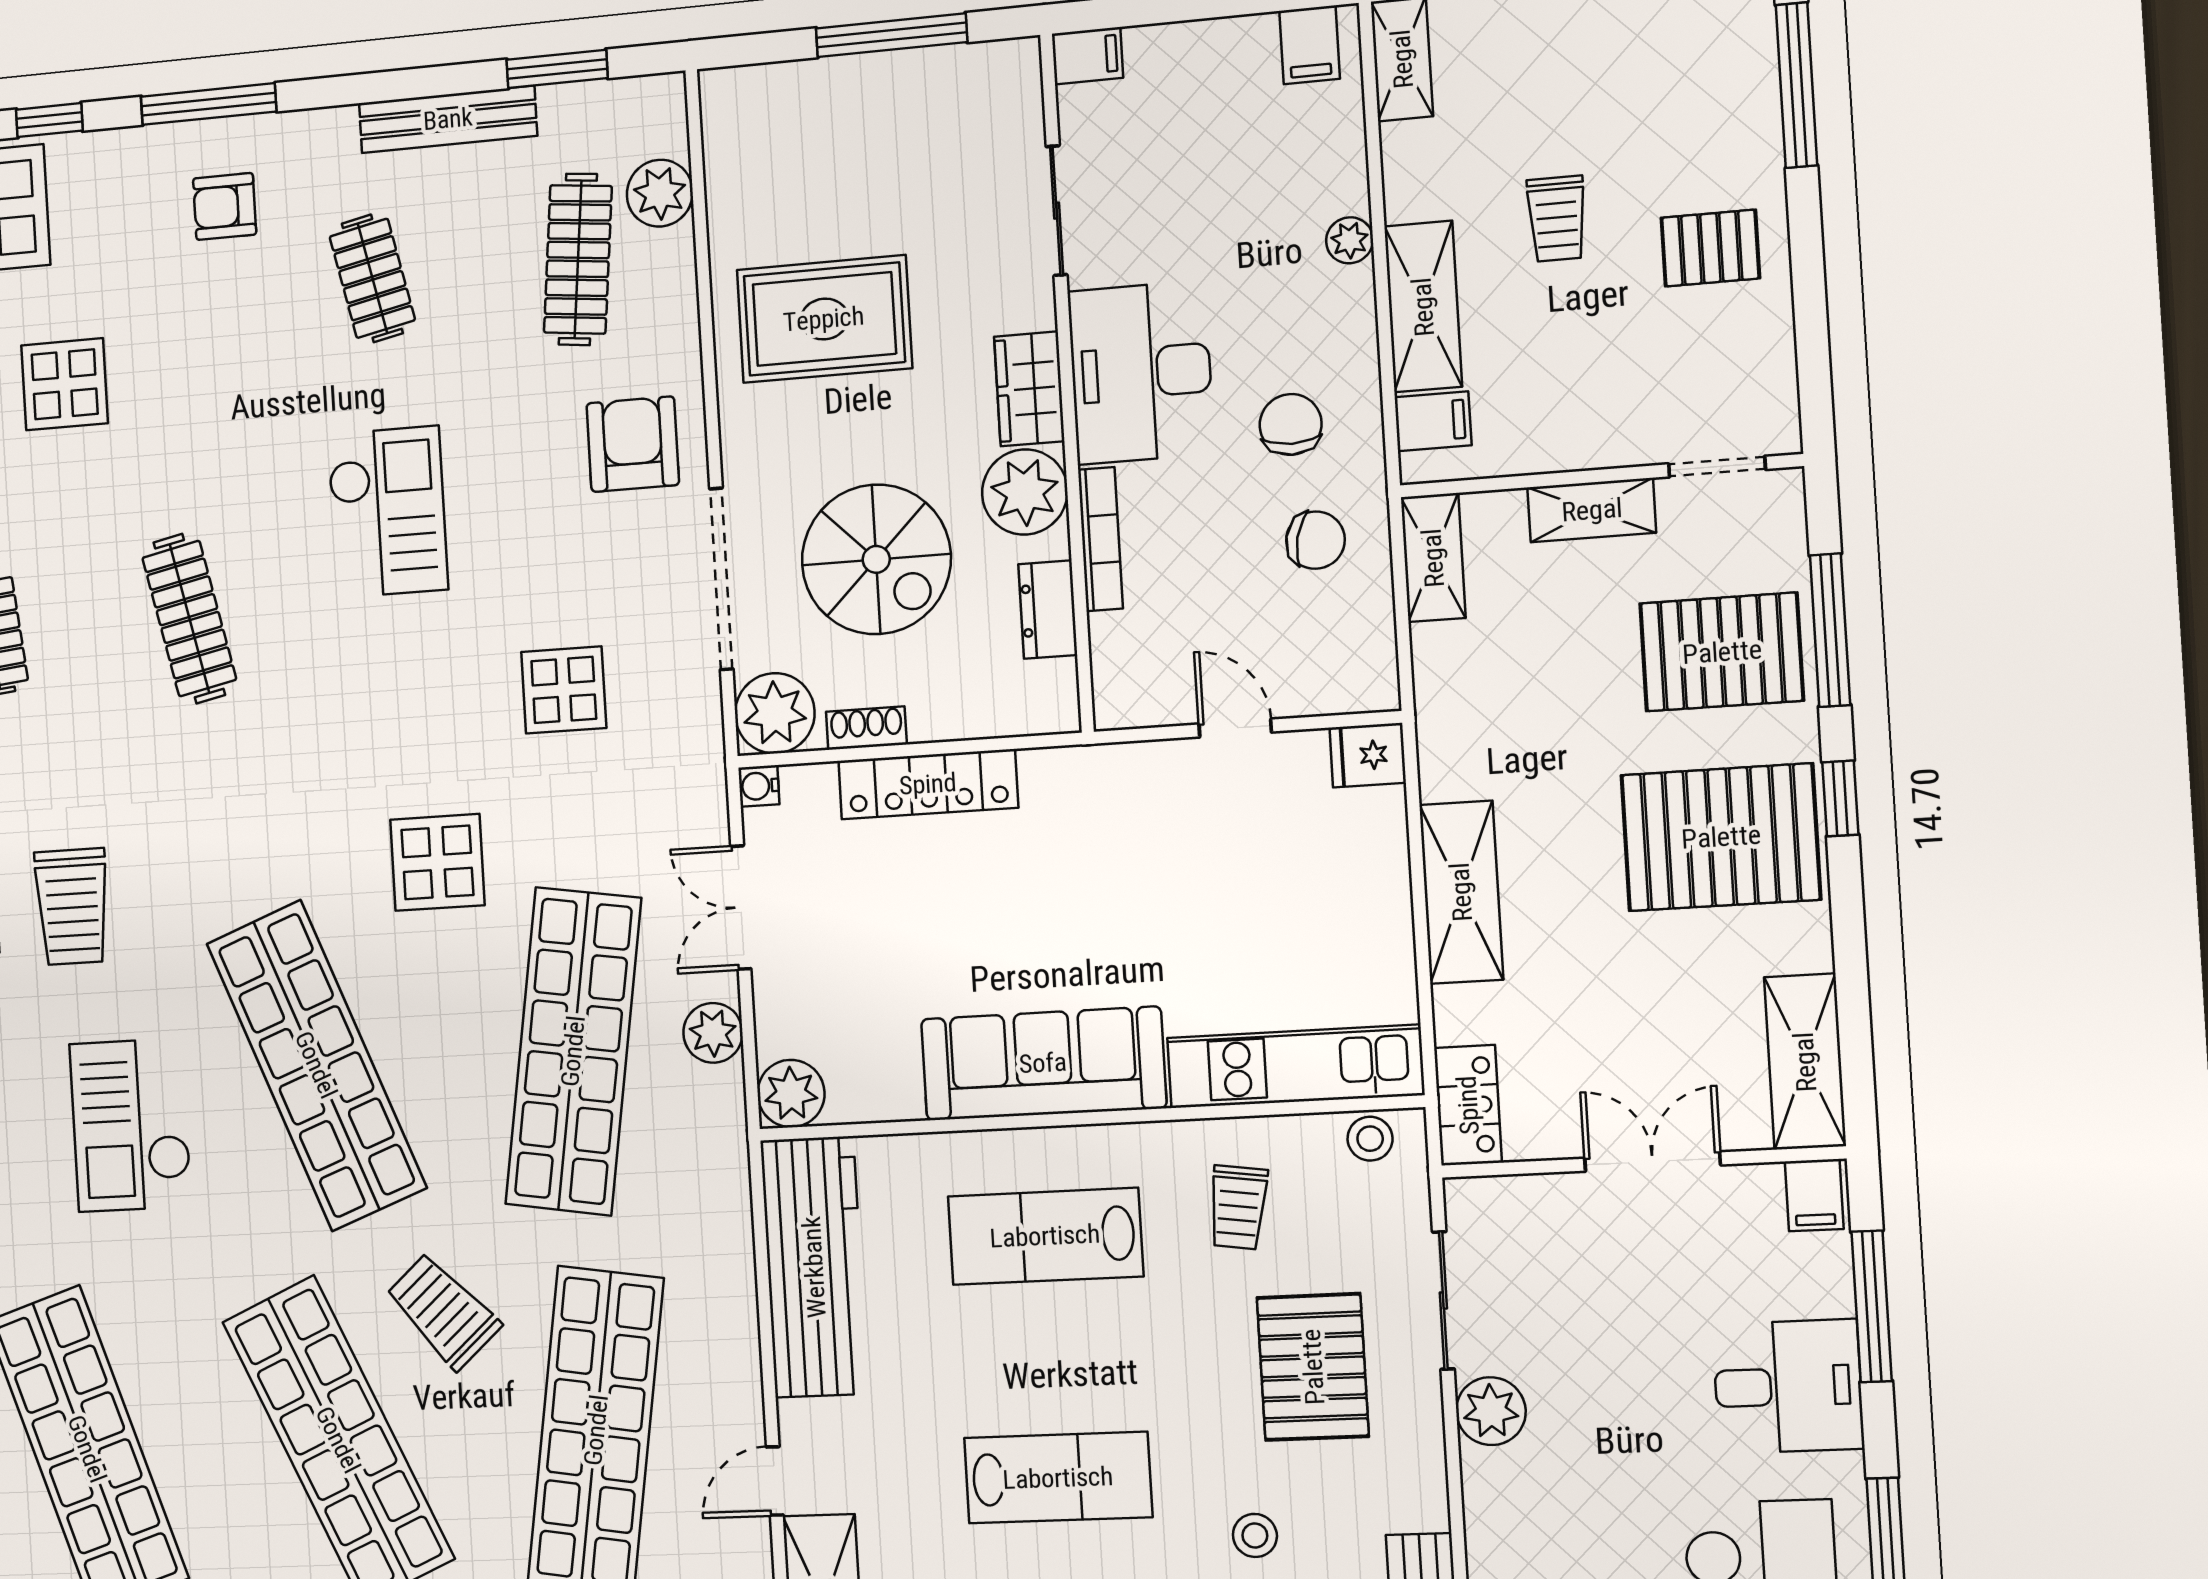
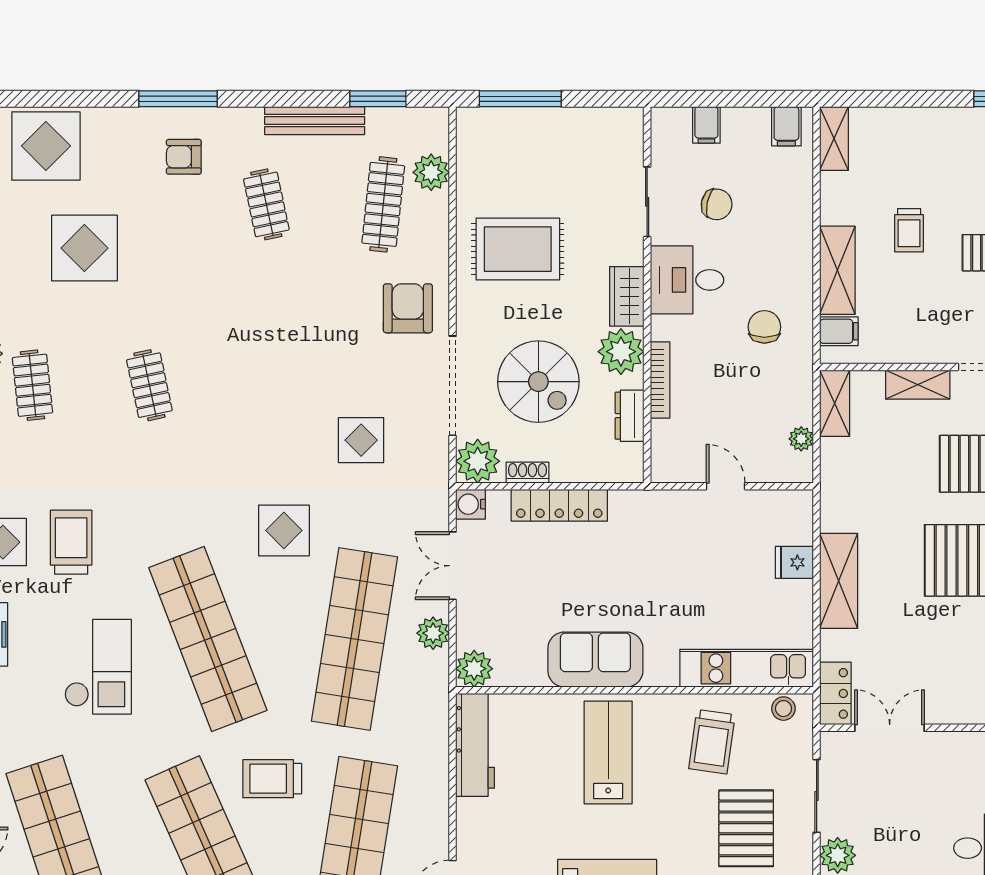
window: (891, 35) -> (520, 99), moved
filing cabinet: (1087, 56) -> (706, 125), moved, turned 90
window: (49, 120) -> (84, 99), removed
plant: (1350, 240) -> (801, 439), moved
desk: (1141, 373) -> (687, 280), width x0.73
display table: (65, 384) -> (84, 248), width x1.36, depth x1.36
checkout: (387, 512) -> (267, 335), removed
chair: (1315, 540) -> (717, 204), moved
clothes rail: (189, 619) -> (149, 385), width x0.73
fridge: (1368, 755) -> (794, 562), moved
water cooler: (759, 786) -> (471, 504), width x1.38, depth x1.38
trolley: (72, 907) -> (71, 542), turned 180
sofa: (1043, 1063) -> (595, 660), width x0.73
checkout: (131, 1125) -> (98, 667), turned 180
double door: (1652, 1162) -> (890, 728), moved
trolley: (1238, 1207) -> (712, 742), width x1.36, depth x1.39
lab bench: (1045, 1236) -> (608, 753), turned 90
workbench: (814, 1267) -> (475, 745), width x0.73, depth x0.76
trolley: (443, 1311) -> (272, 779), turned -48

